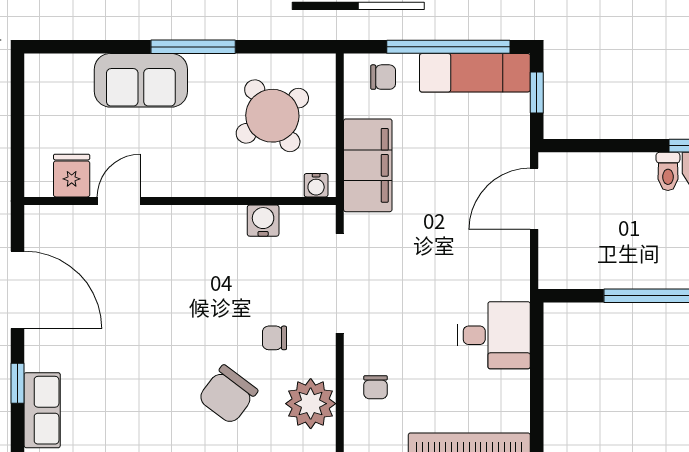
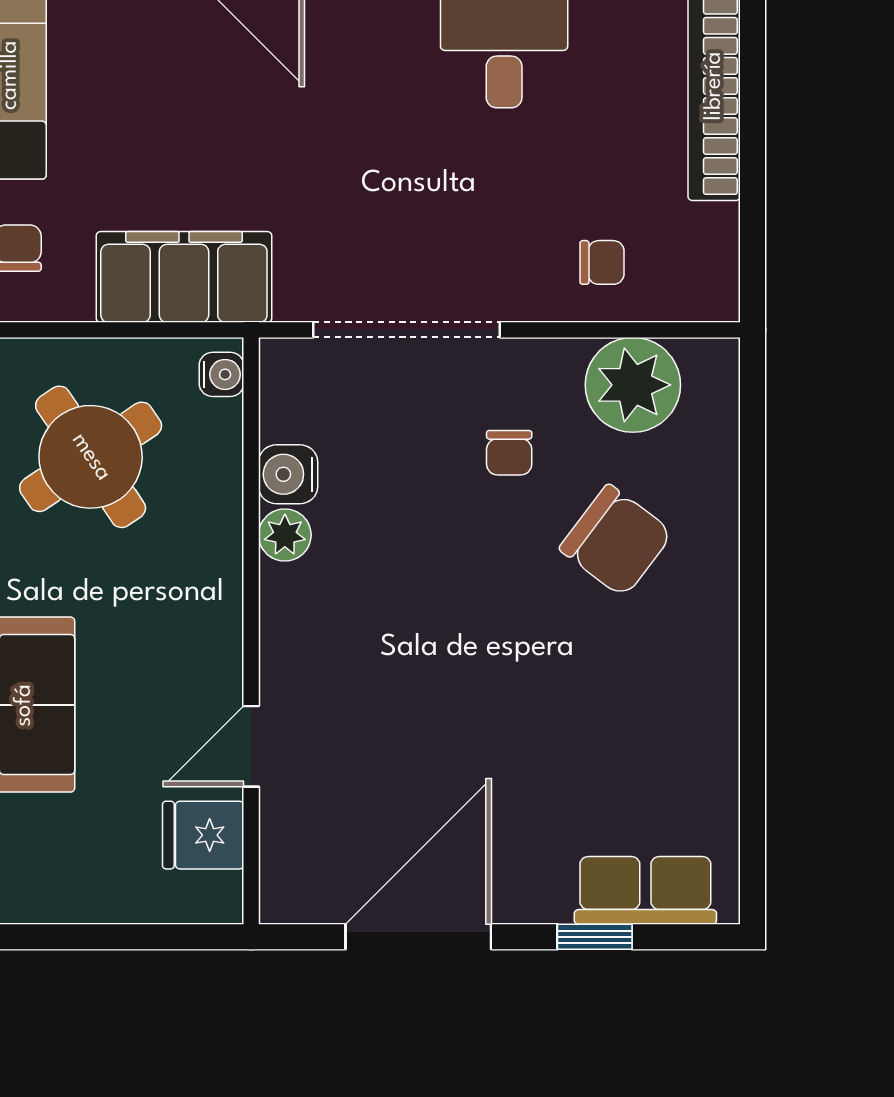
door: (119, 201) -> (251, 746), hinge flipped
plant: (231, 219) -> (285, 535), added

